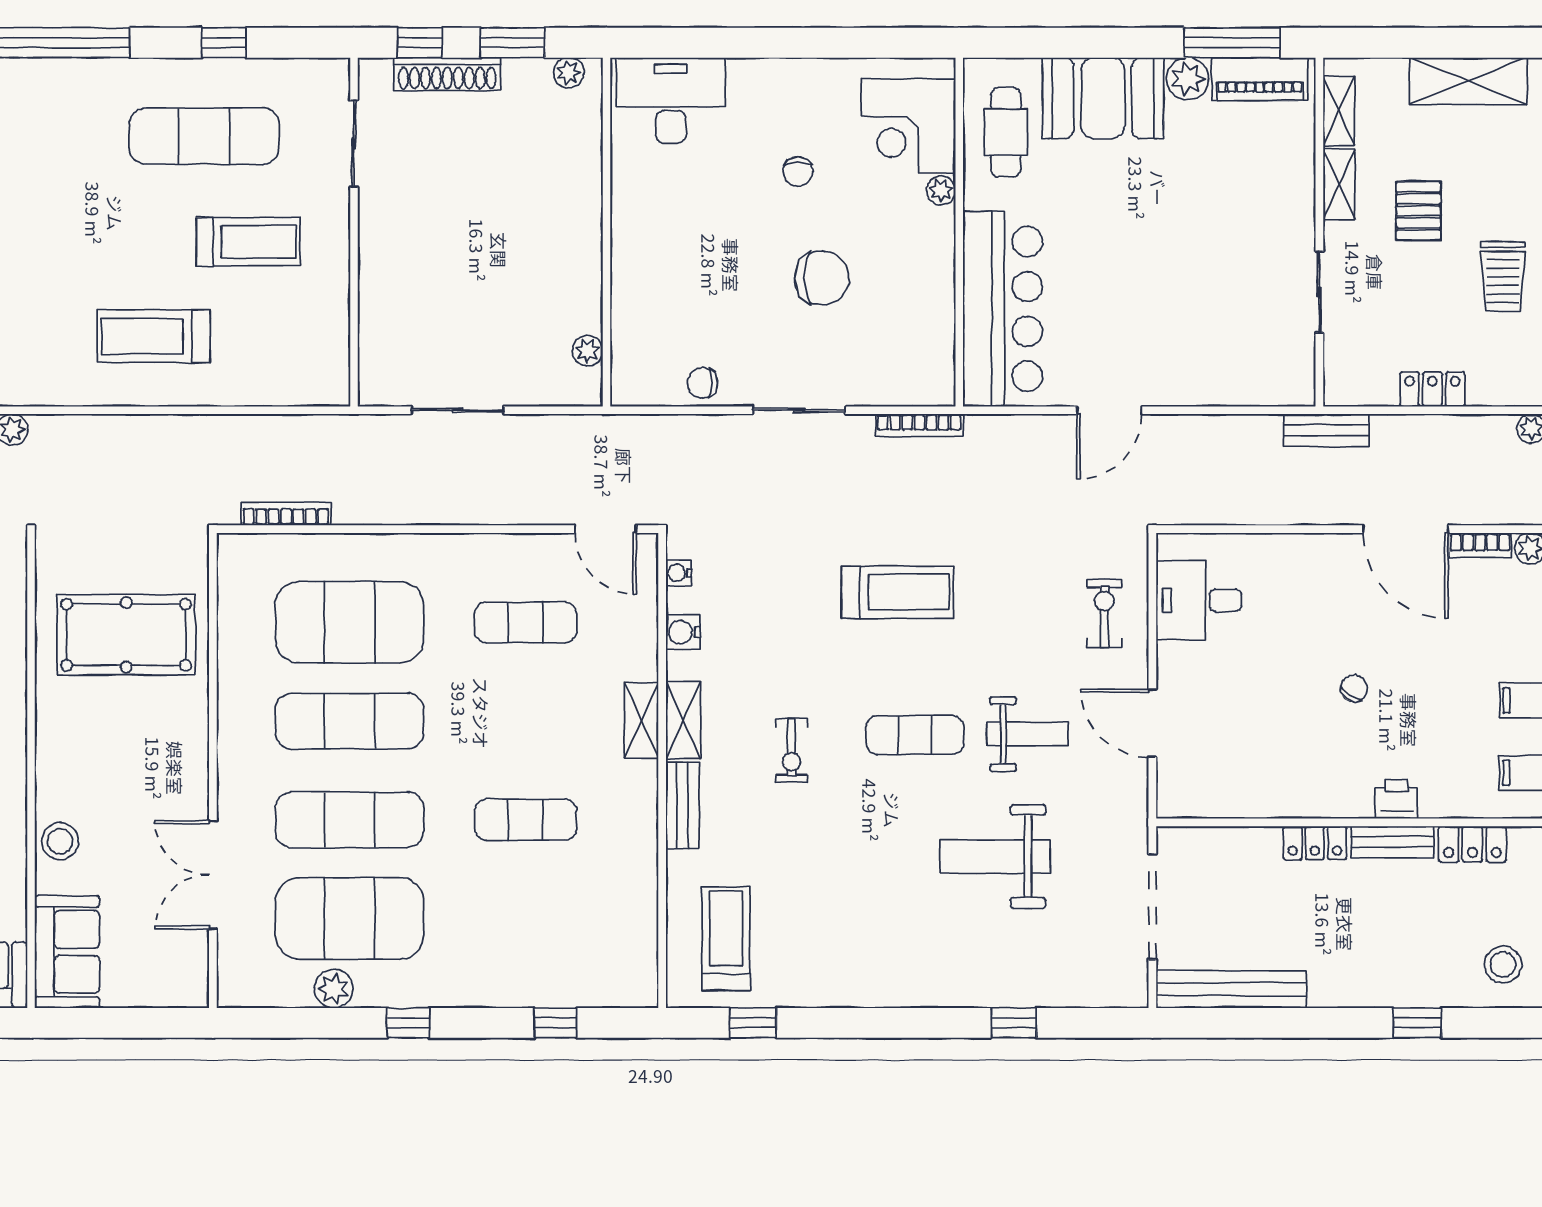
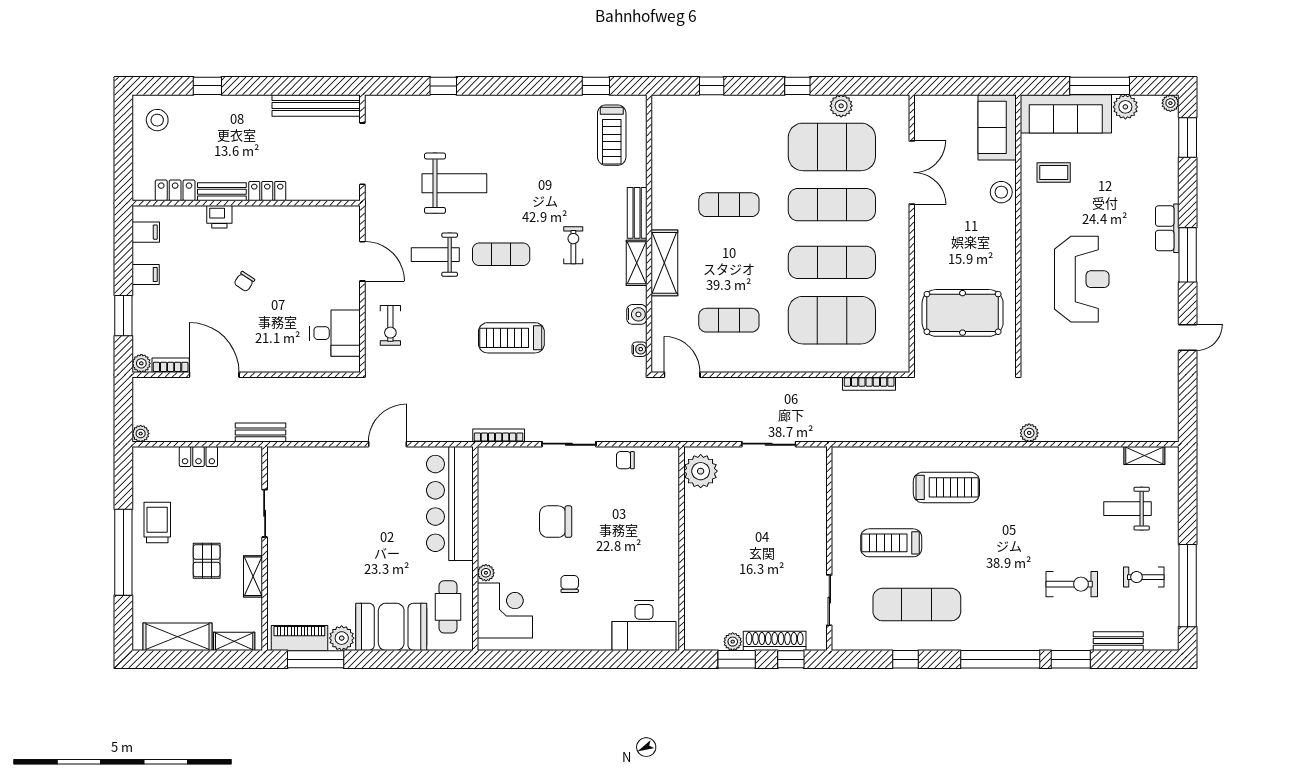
plant: (569, 73) -> (733, 642), moved
shelving: (1339, 111) -> (234, 641), moved, turned 90
plant: (587, 351) -> (701, 471), width x1.88, depth x1.88
chair: (703, 383) -> (625, 460), turned 180
shelving: (642, 720) -> (664, 263), width x1.50, depth x1.33

